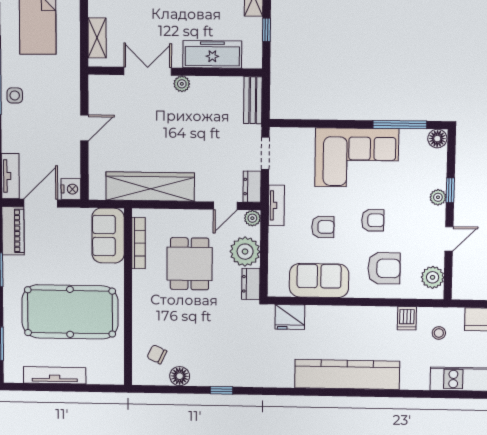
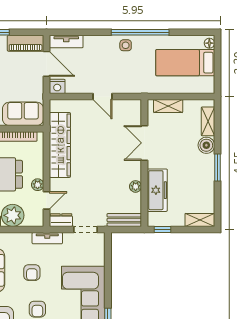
window: (267, 30) -> (163, 229), moved
double door: (148, 71) -> (144, 143), swing flipped
plant: (182, 84) -> (136, 186), moved
door: (225, 206) -> (46, 200), swing flipped
plant: (252, 218) -> (38, 185), moved

